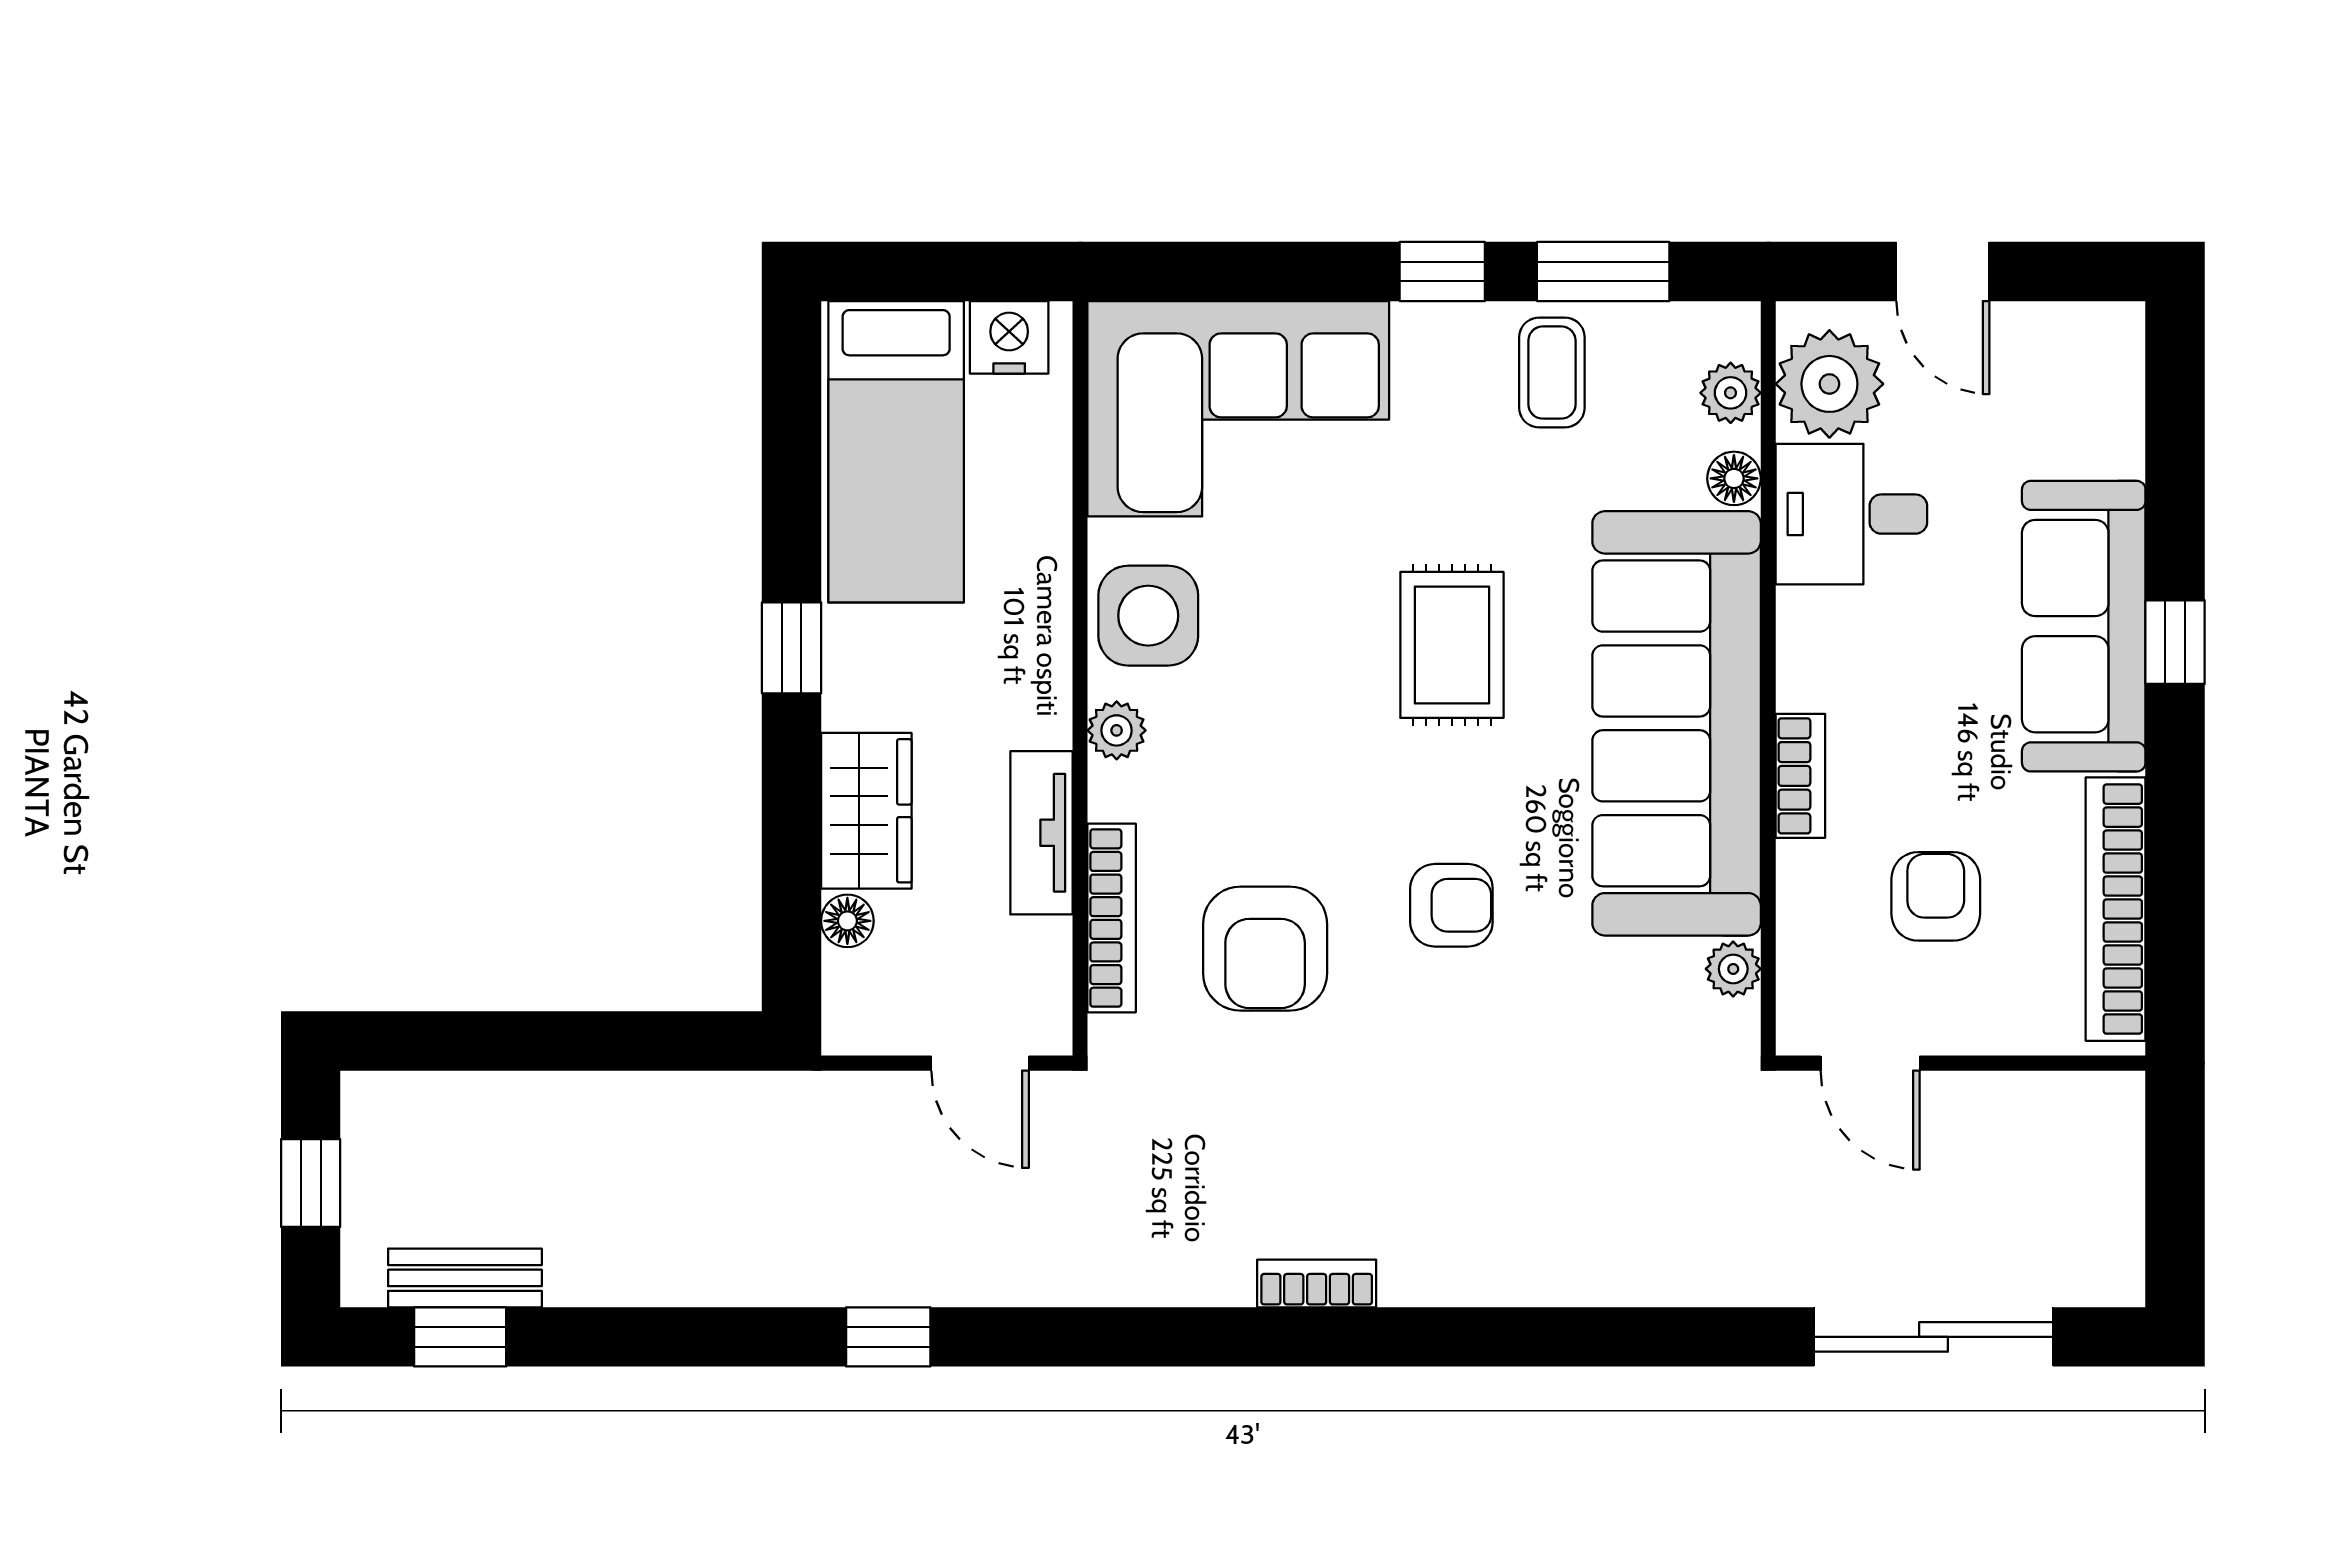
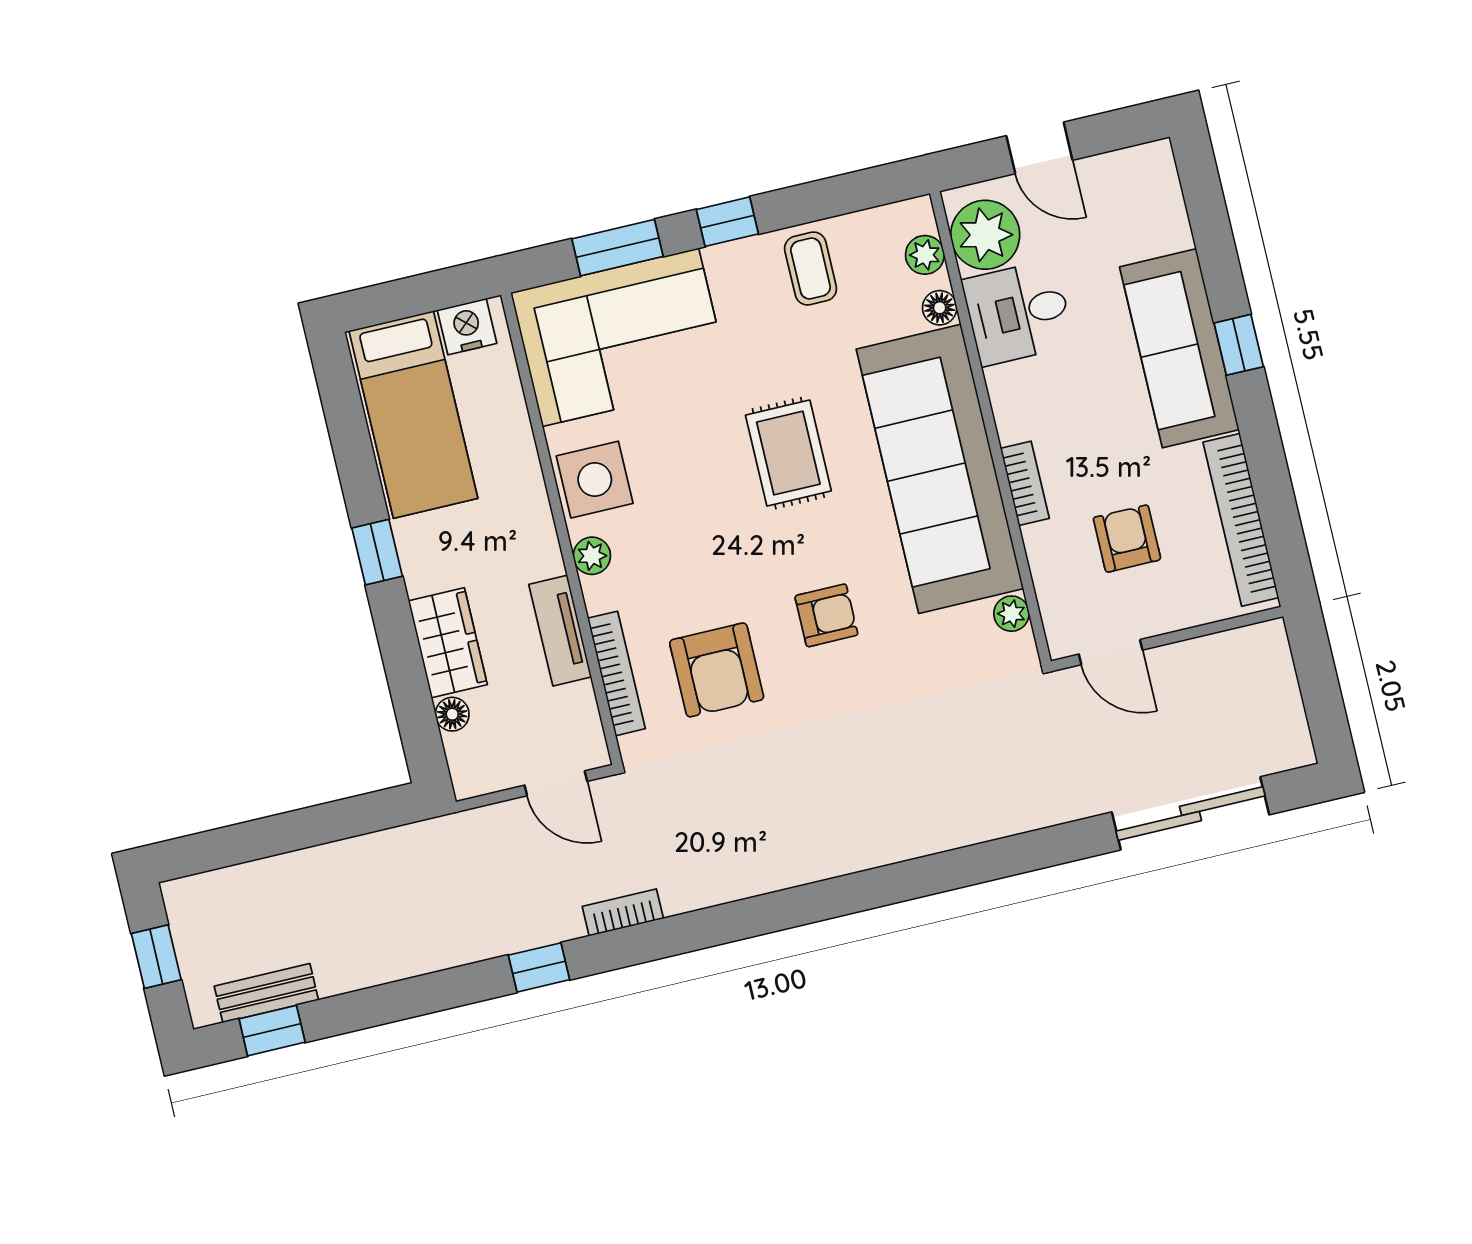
window: (1603, 271) -> (618, 248), moved
bookcase: (1317, 1283) -> (623, 912), moved

